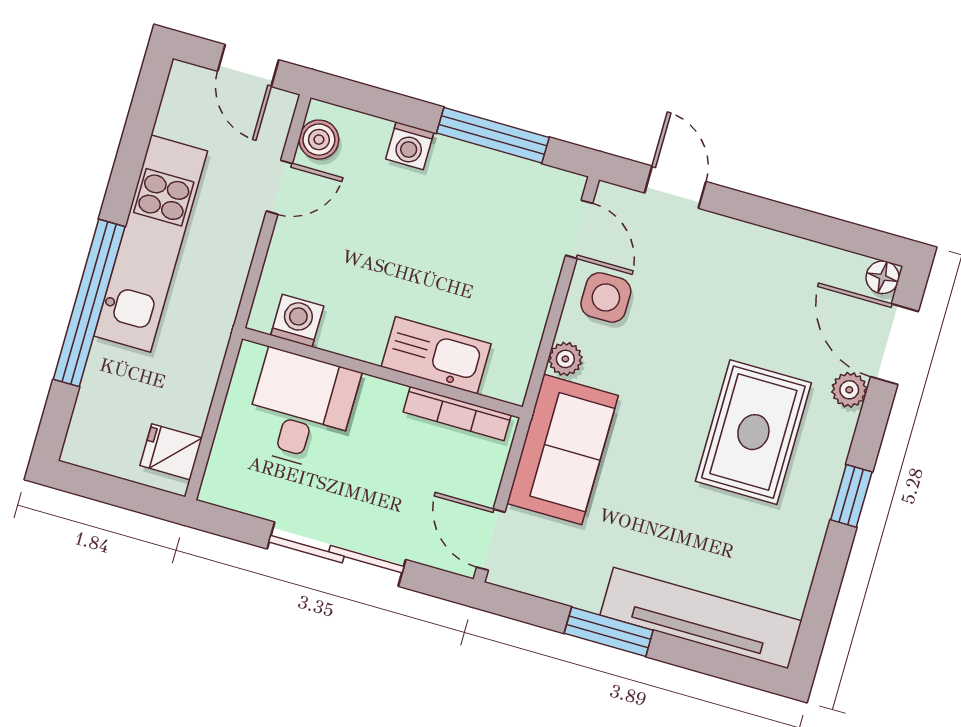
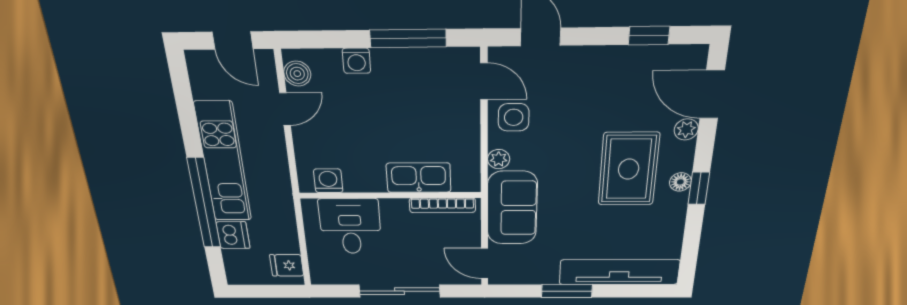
window: (823, 229) -> (649, 36), added
floor lamp: (883, 277) -> (680, 182), moved
dishwasher: (109, 372) -> (233, 235), added

